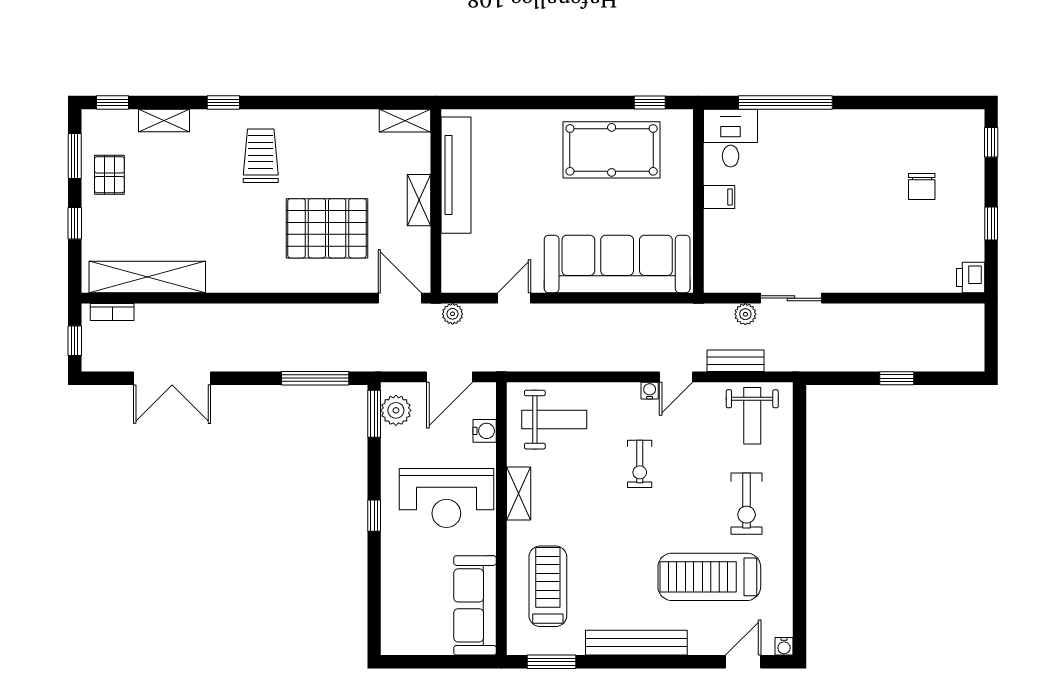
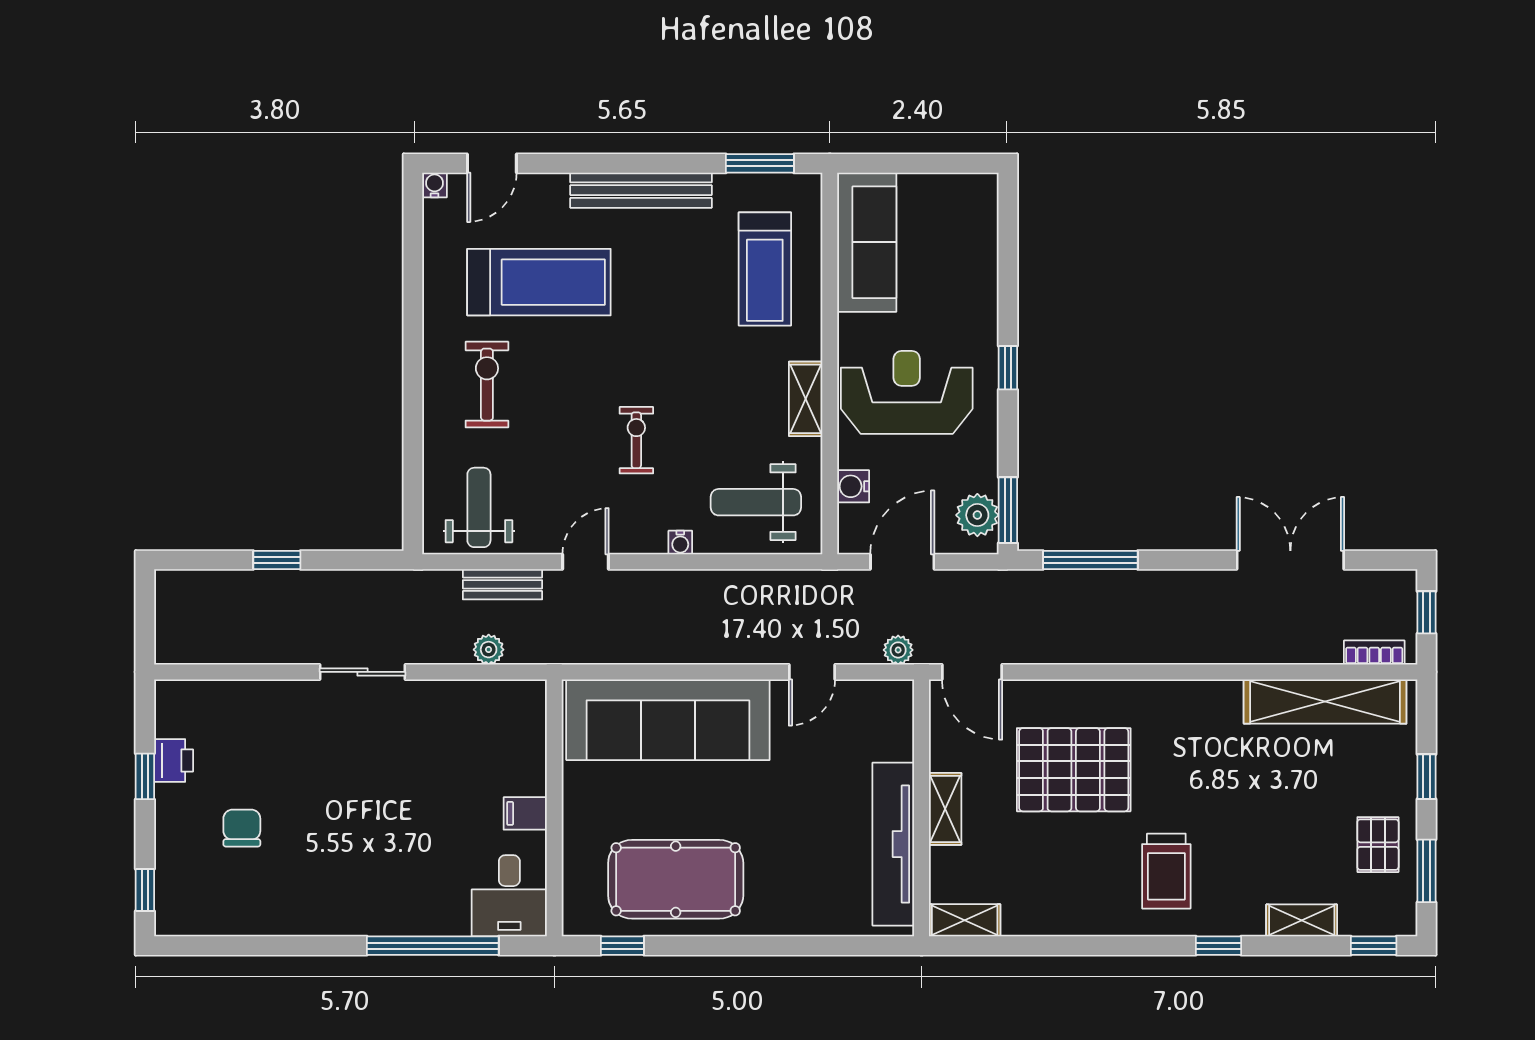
printer: (971, 278) -> (174, 761), moved
sliding door: (791, 298) -> (362, 672), moved
water cooler: (650, 391) -> (680, 543), moved

